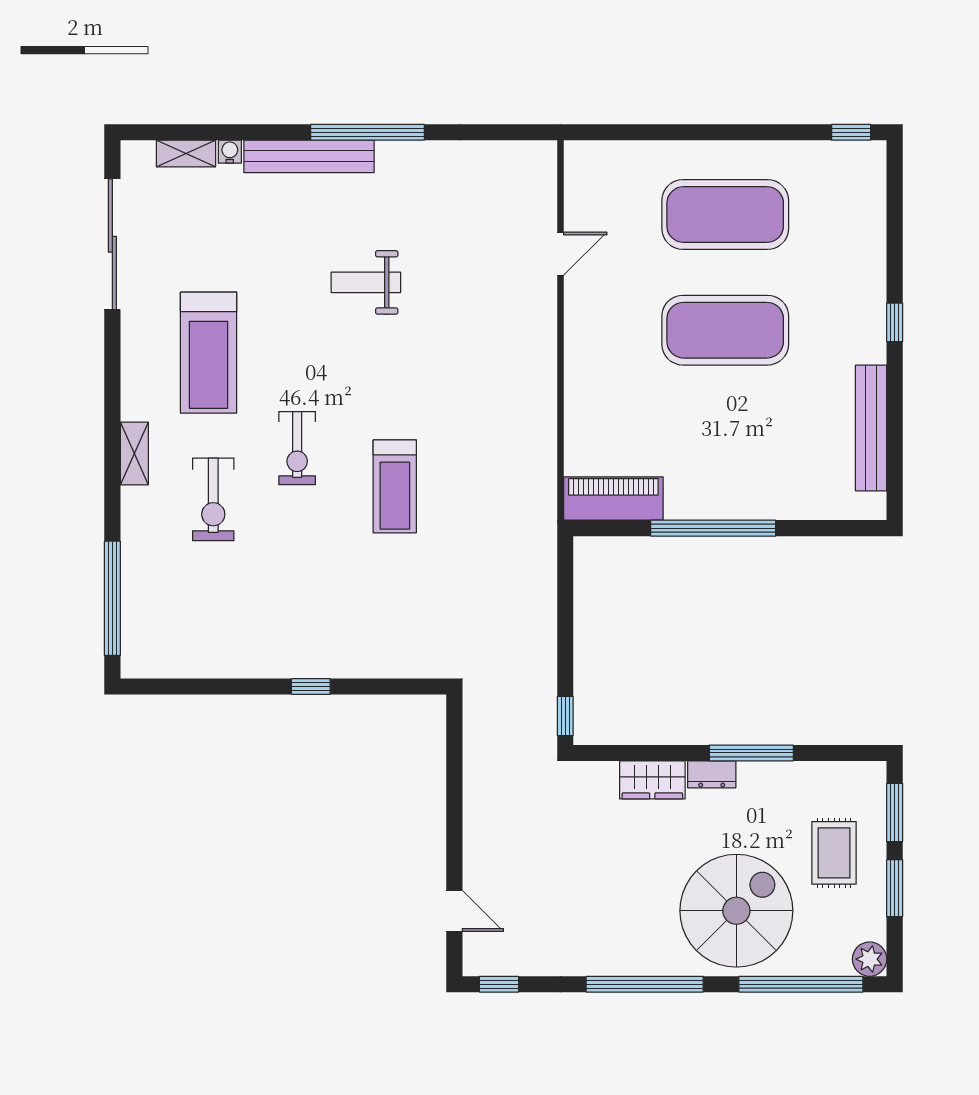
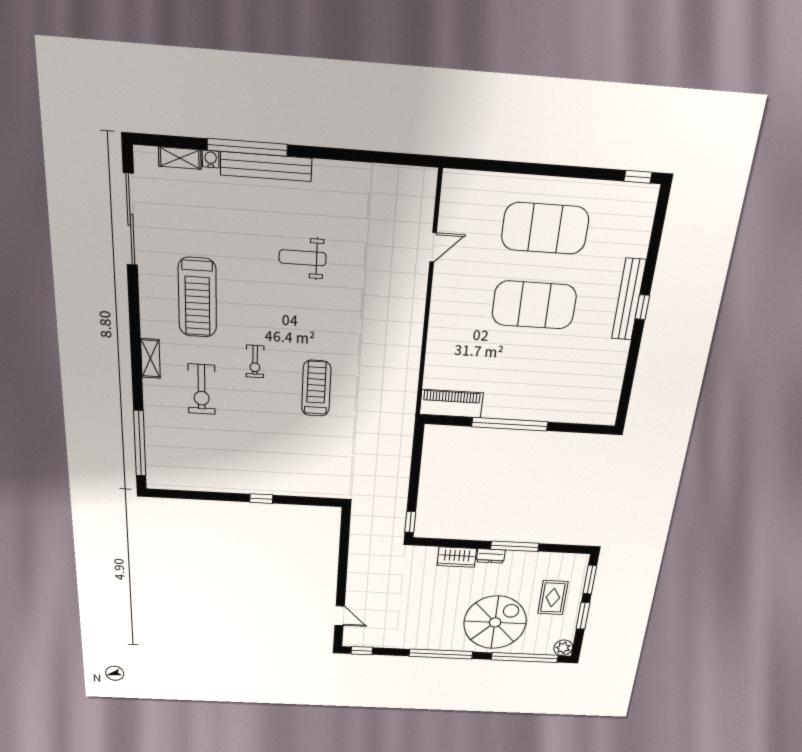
window: (368, 132) -> (247, 147), moved
bench: (871, 428) -> (629, 299), moved
exercise bike: (297, 448) -> (255, 361), width x0.73, depth x0.72
treadmill: (395, 486) -> (316, 388), turned 180

